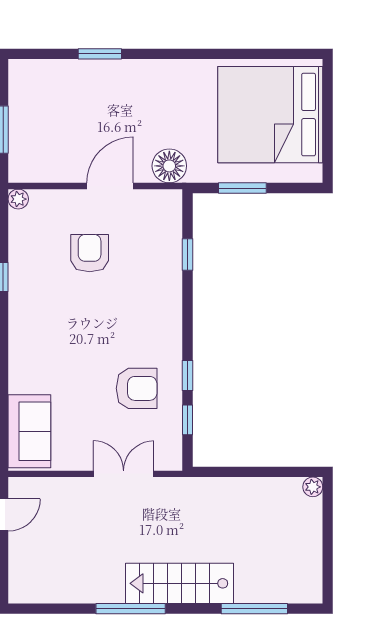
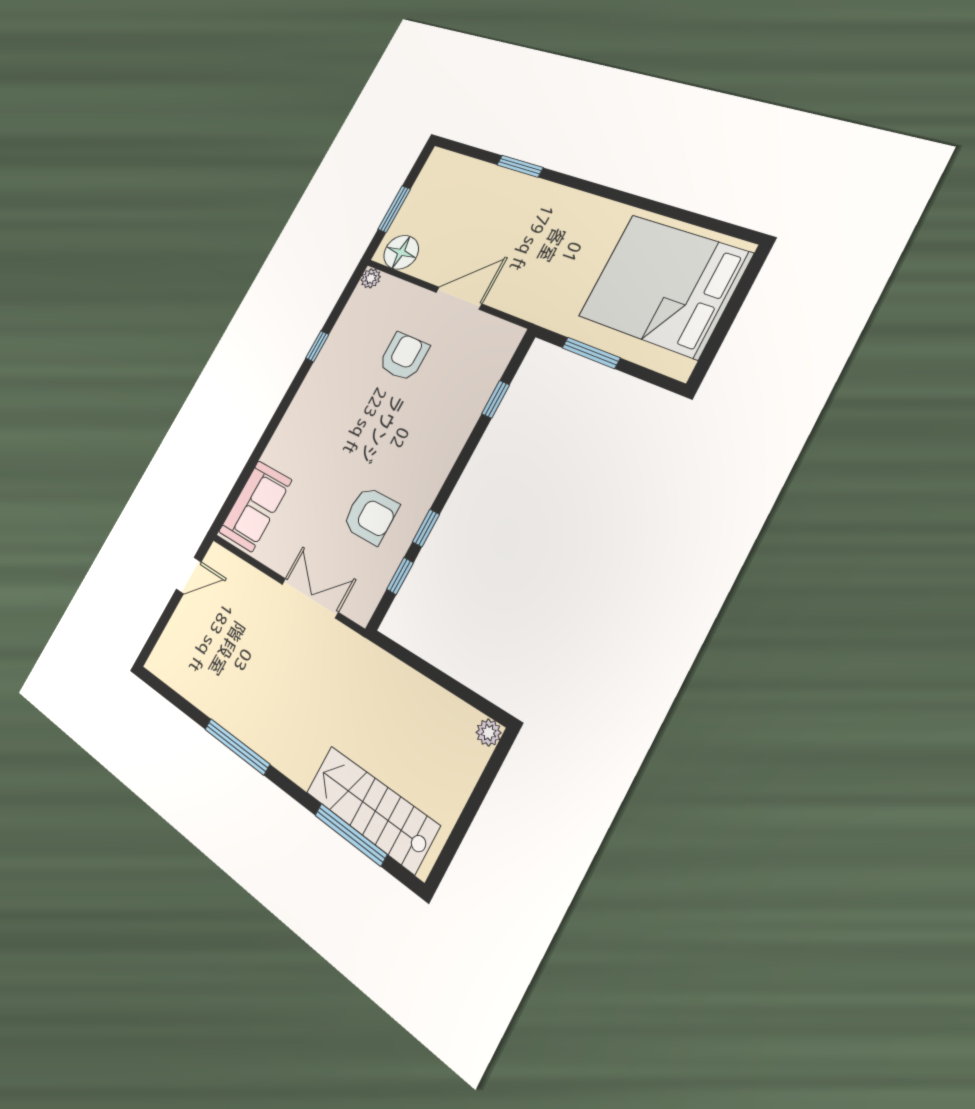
floor lamp: (169, 166) -> (401, 252), moved
stairs: (180, 583) -> (372, 808), moved

